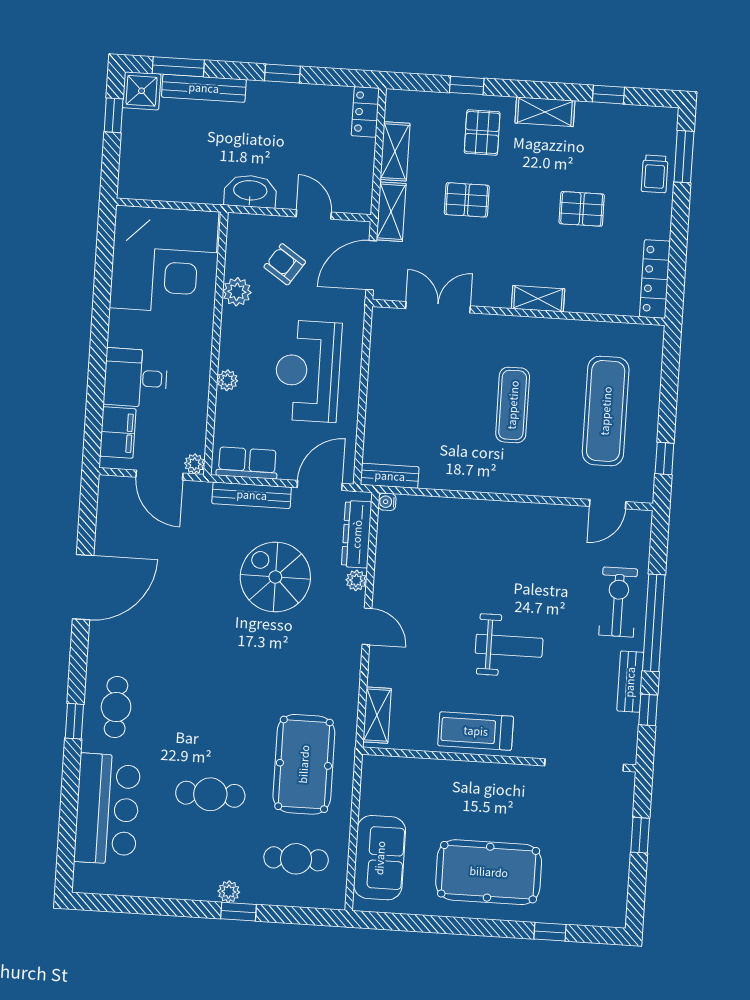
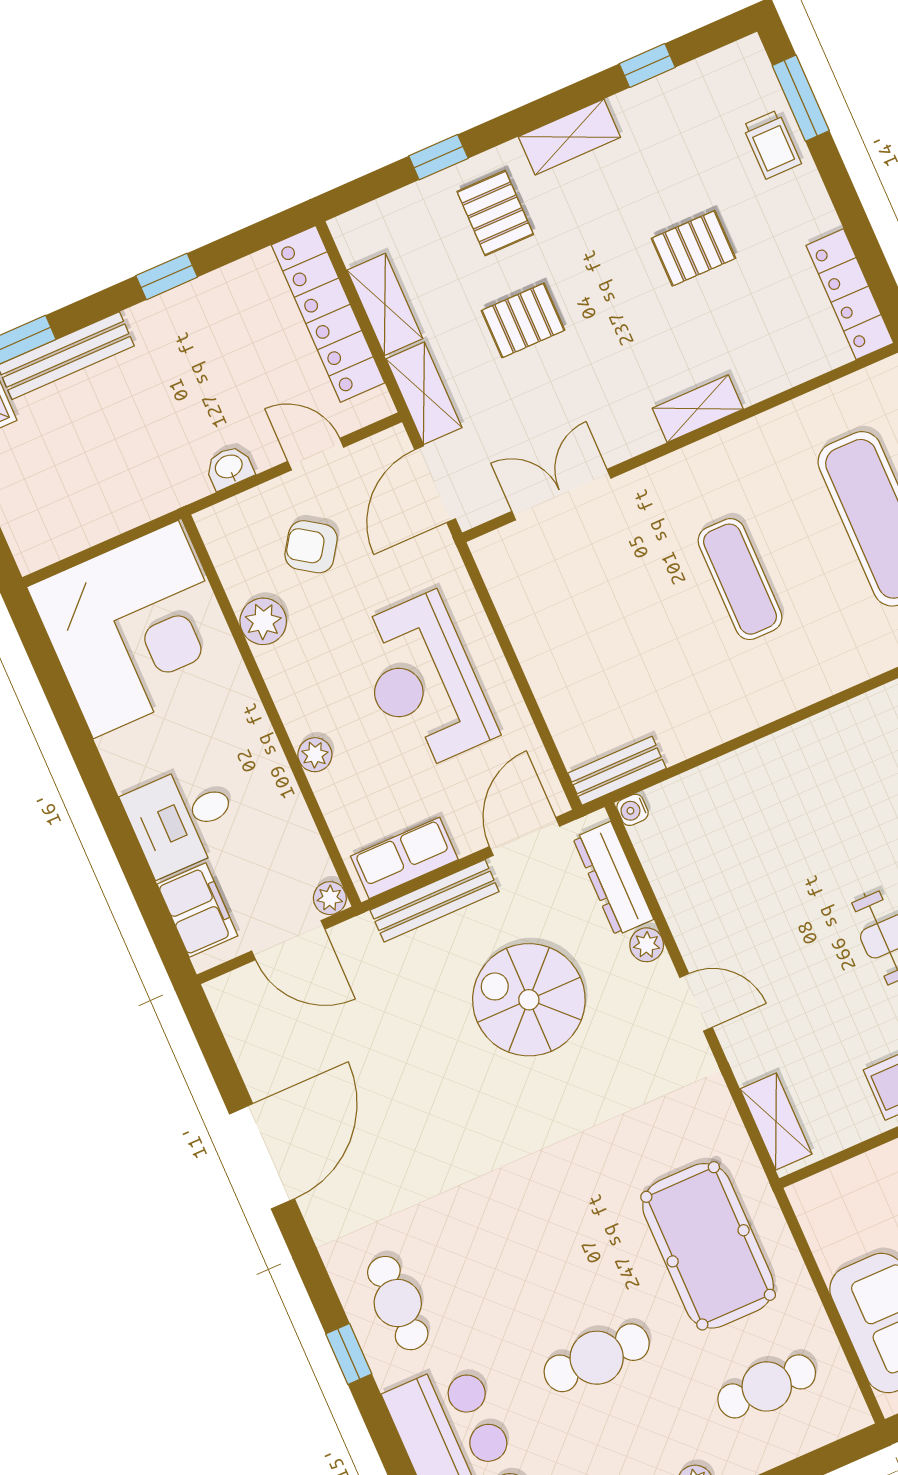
locker: (365, 112) -> (328, 314), width x2.16, depth x1.21
washbasin: (250, 191) -> (229, 467), width x0.52, depth x0.69

